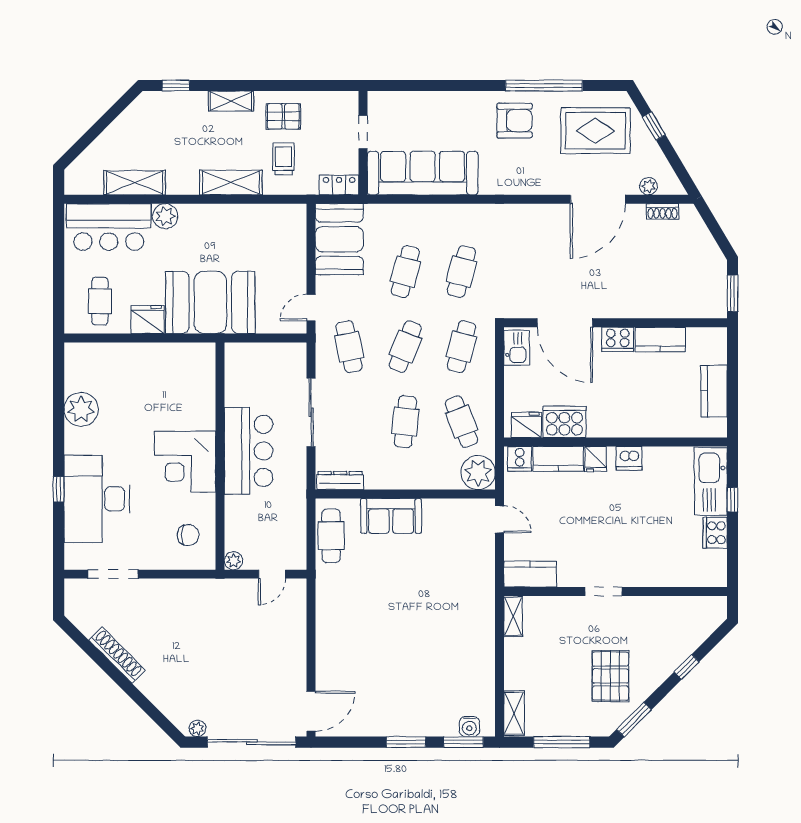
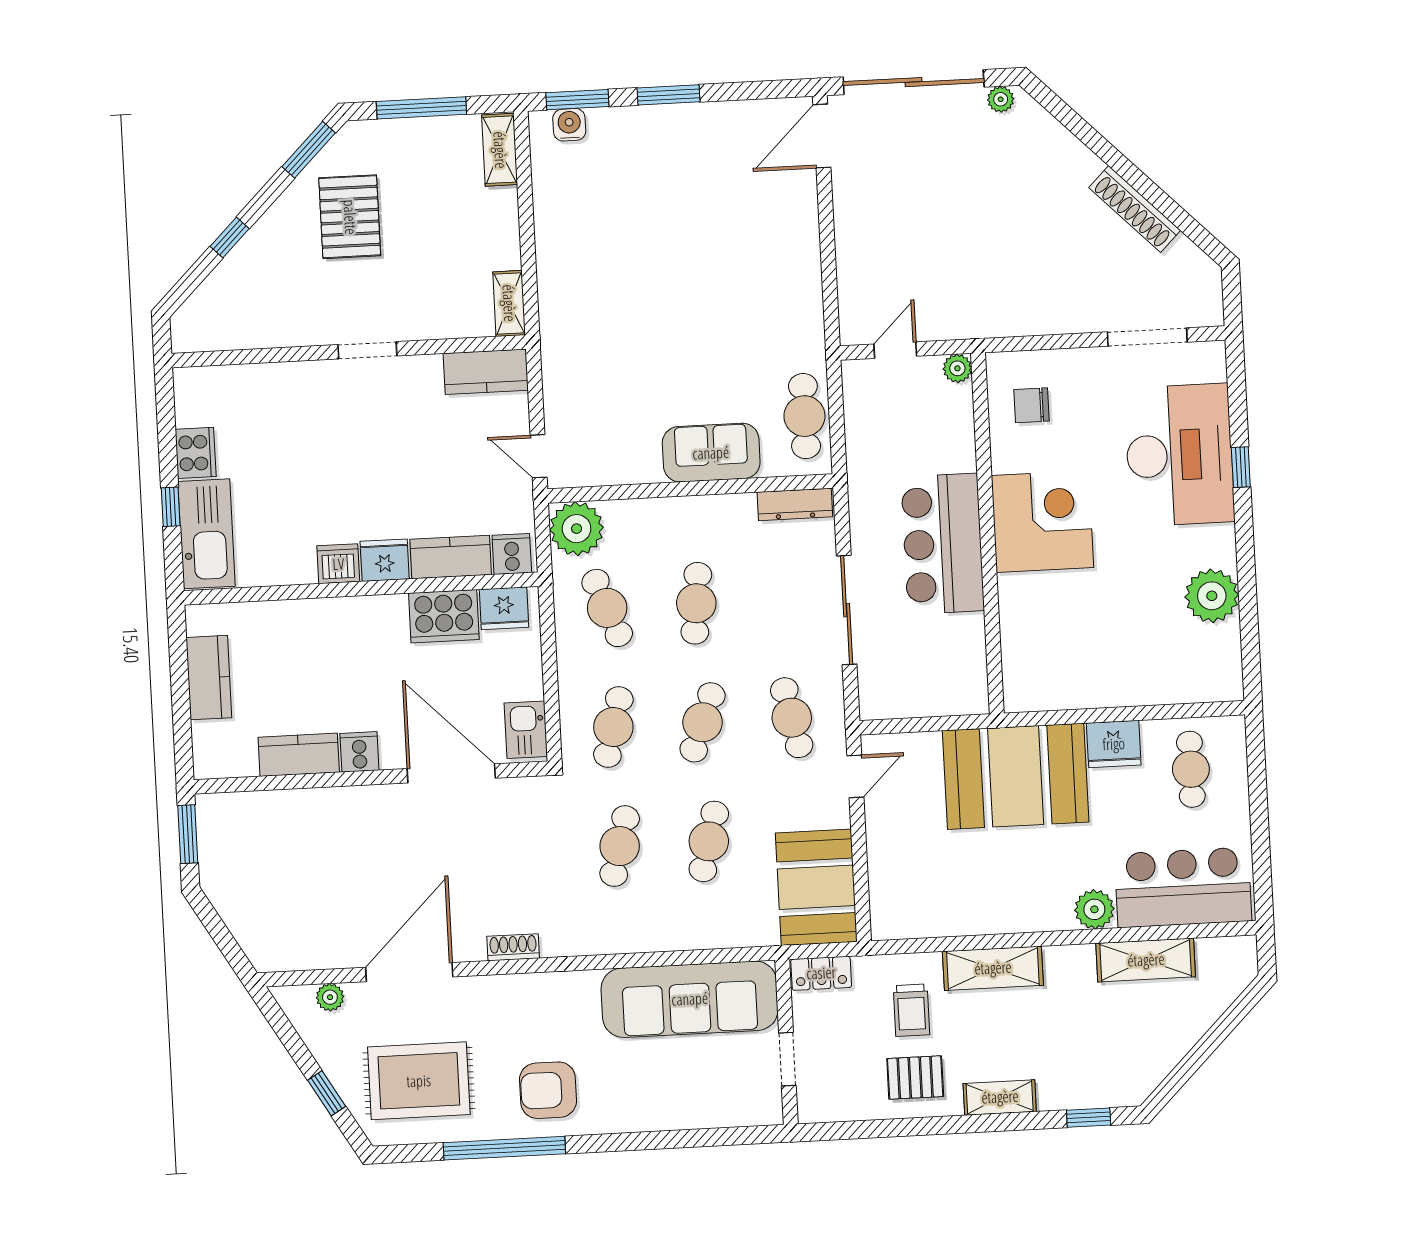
shoe rack: (663, 211) -> (513, 947), moved
cooker: (618, 339) -> (359, 752), width x0.73
fridge: (596, 459) -> (385, 560), width x1.38

